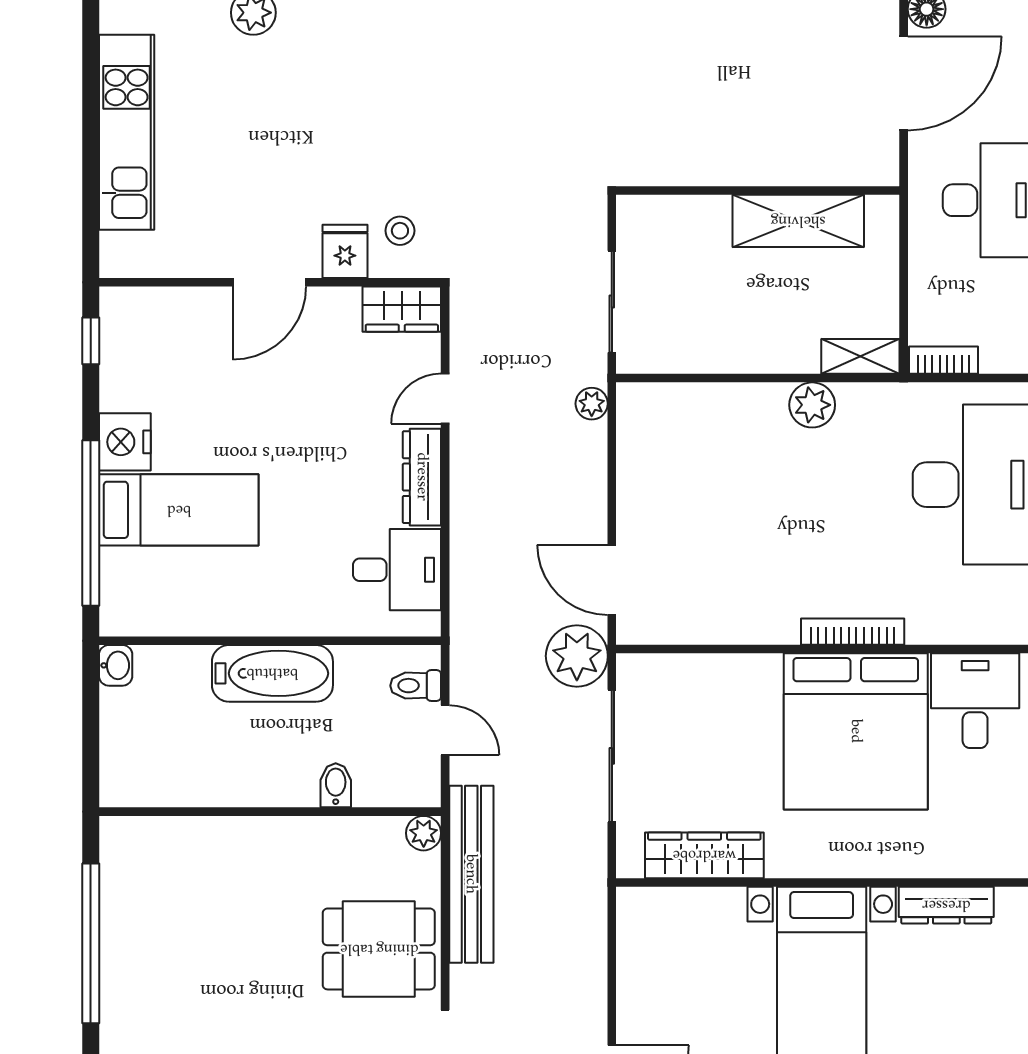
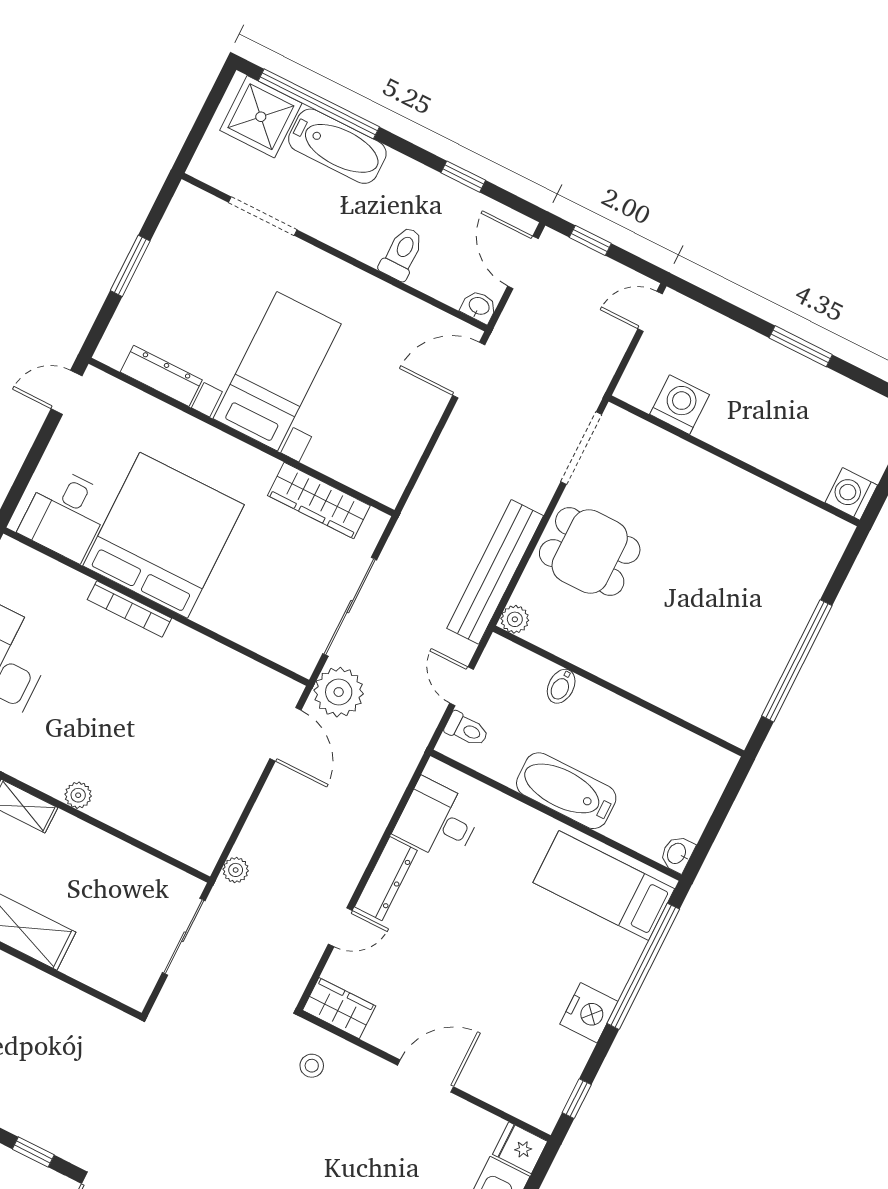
fridge: (345, 251) -> (520, 1148), moved, turned 90
plant: (812, 405) -> (78, 795), width x0.73, depth x0.73
bed: (179, 510) -> (604, 886), moved

